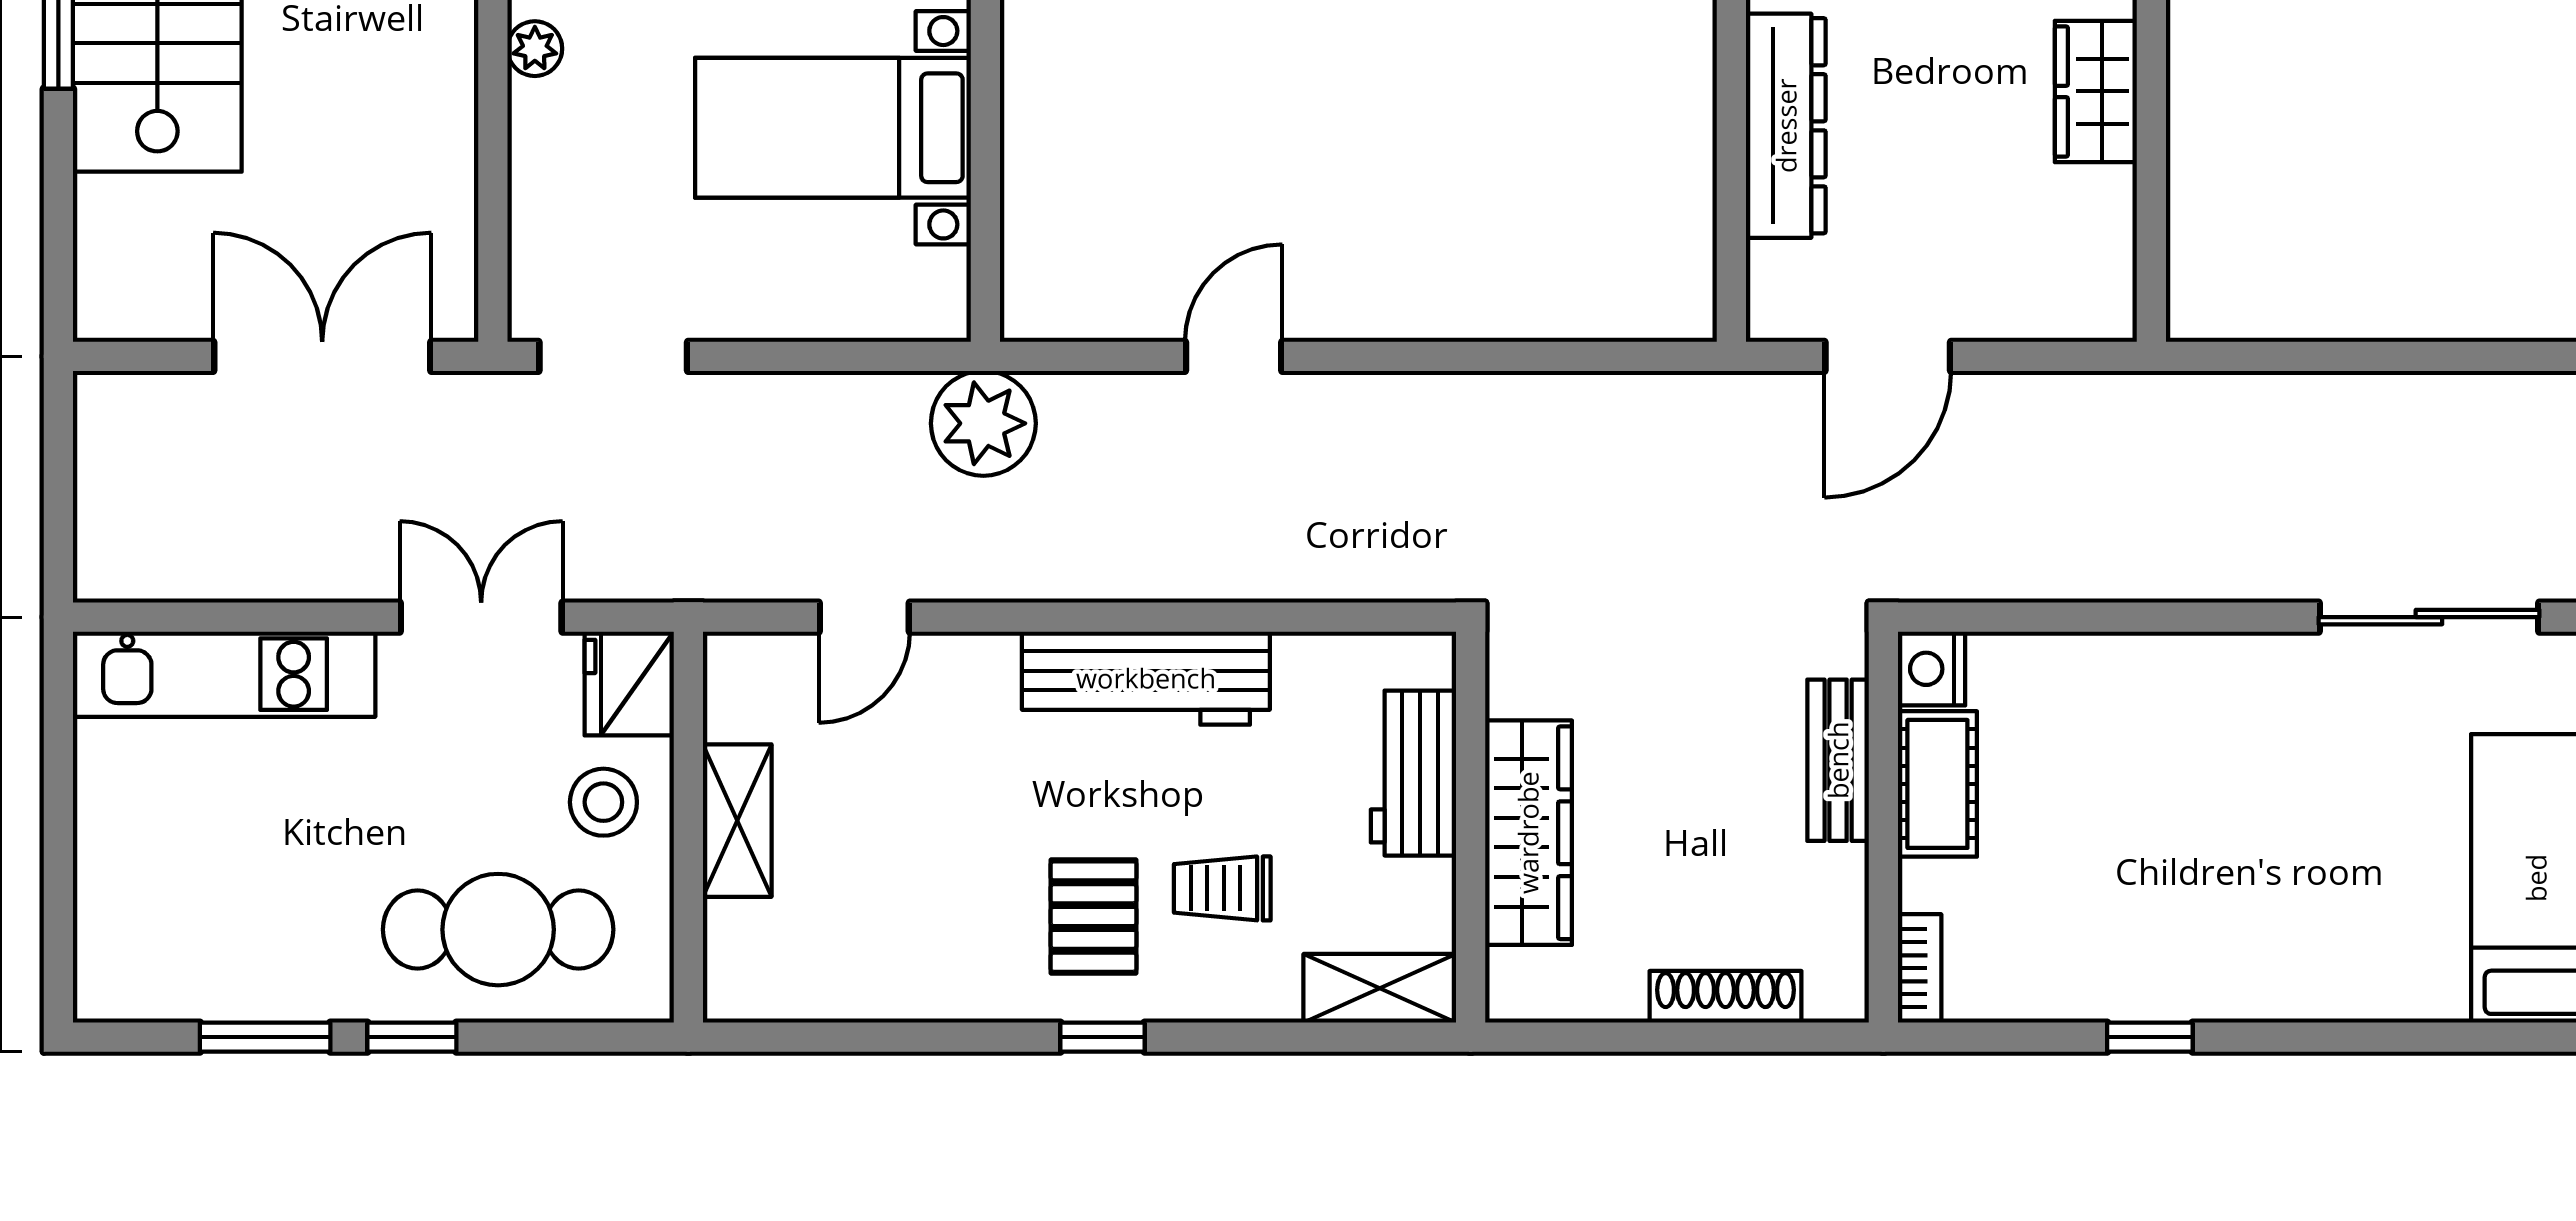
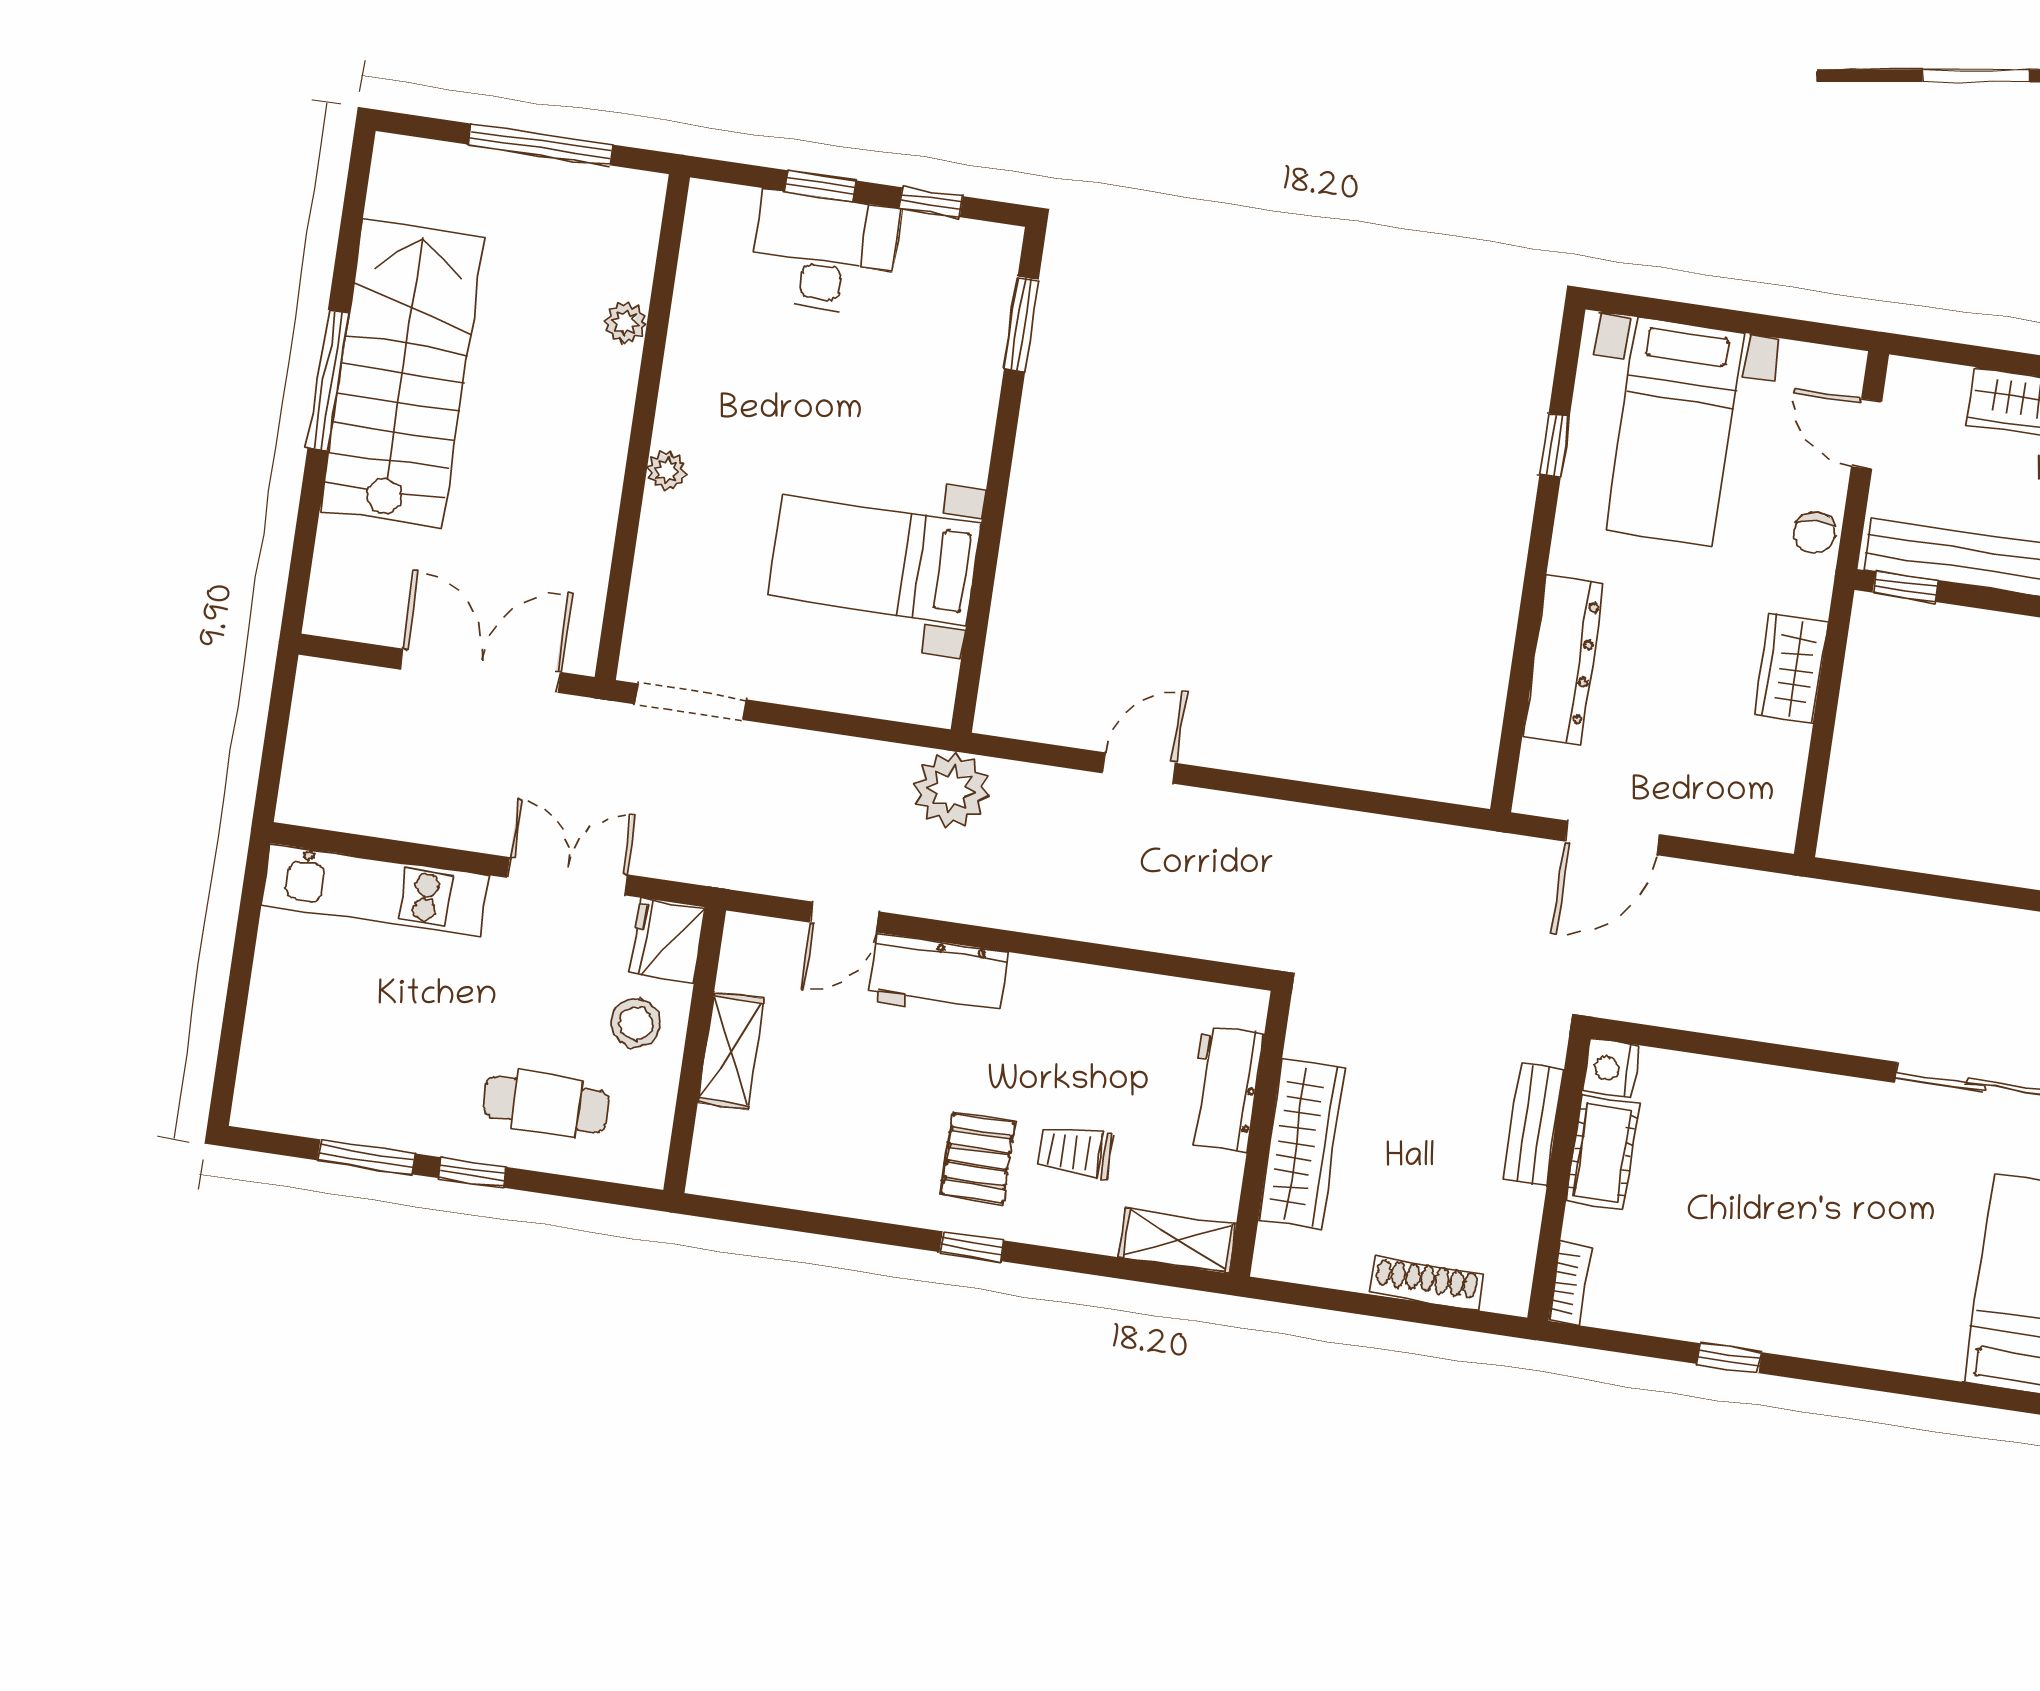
workbench: (1146, 678) -> (938, 976), moved, width x0.73
cafe table: (498, 930) -> (546, 1104), width x0.73, depth x0.74

